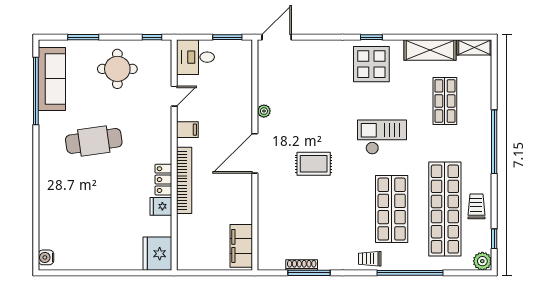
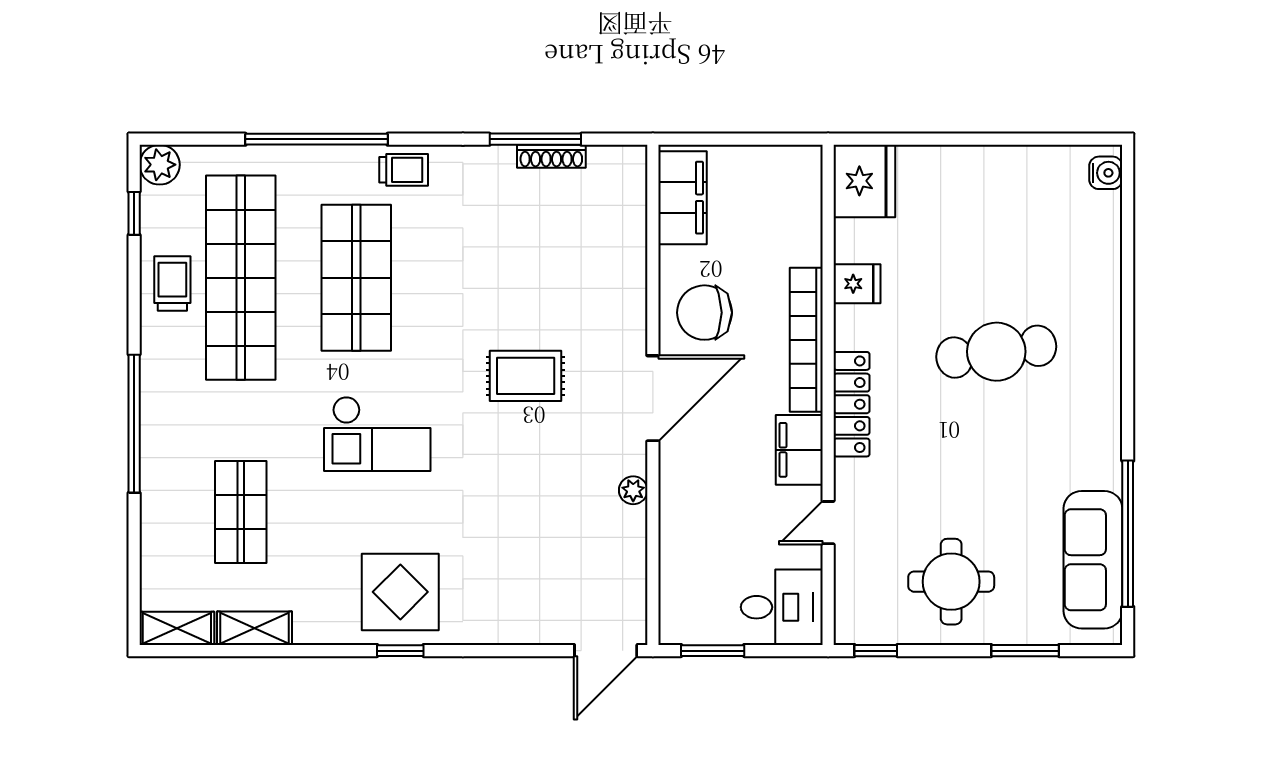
shelving: (430, 50) -> (255, 628), width x0.67, depth x0.75
filing cabinet: (187, 130) -> (799, 450), width x2.00
cafe table: (94, 141) -> (996, 352), moved
locker: (163, 180) -> (852, 404), moved, width x1.53
chair: (231, 193) -> (704, 313), added
trolley: (476, 206) -> (172, 283), turned 180

